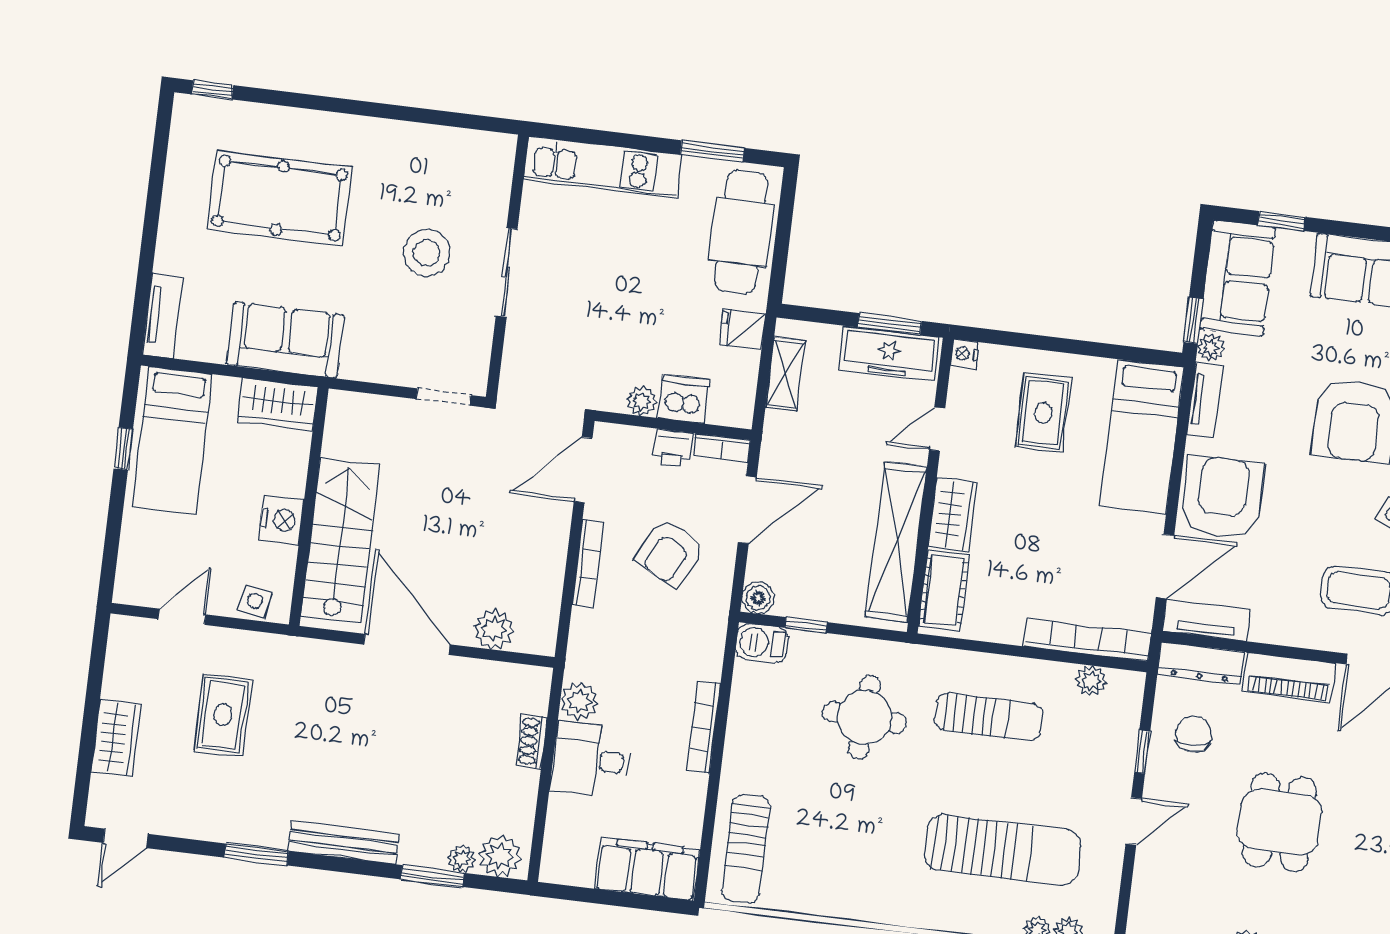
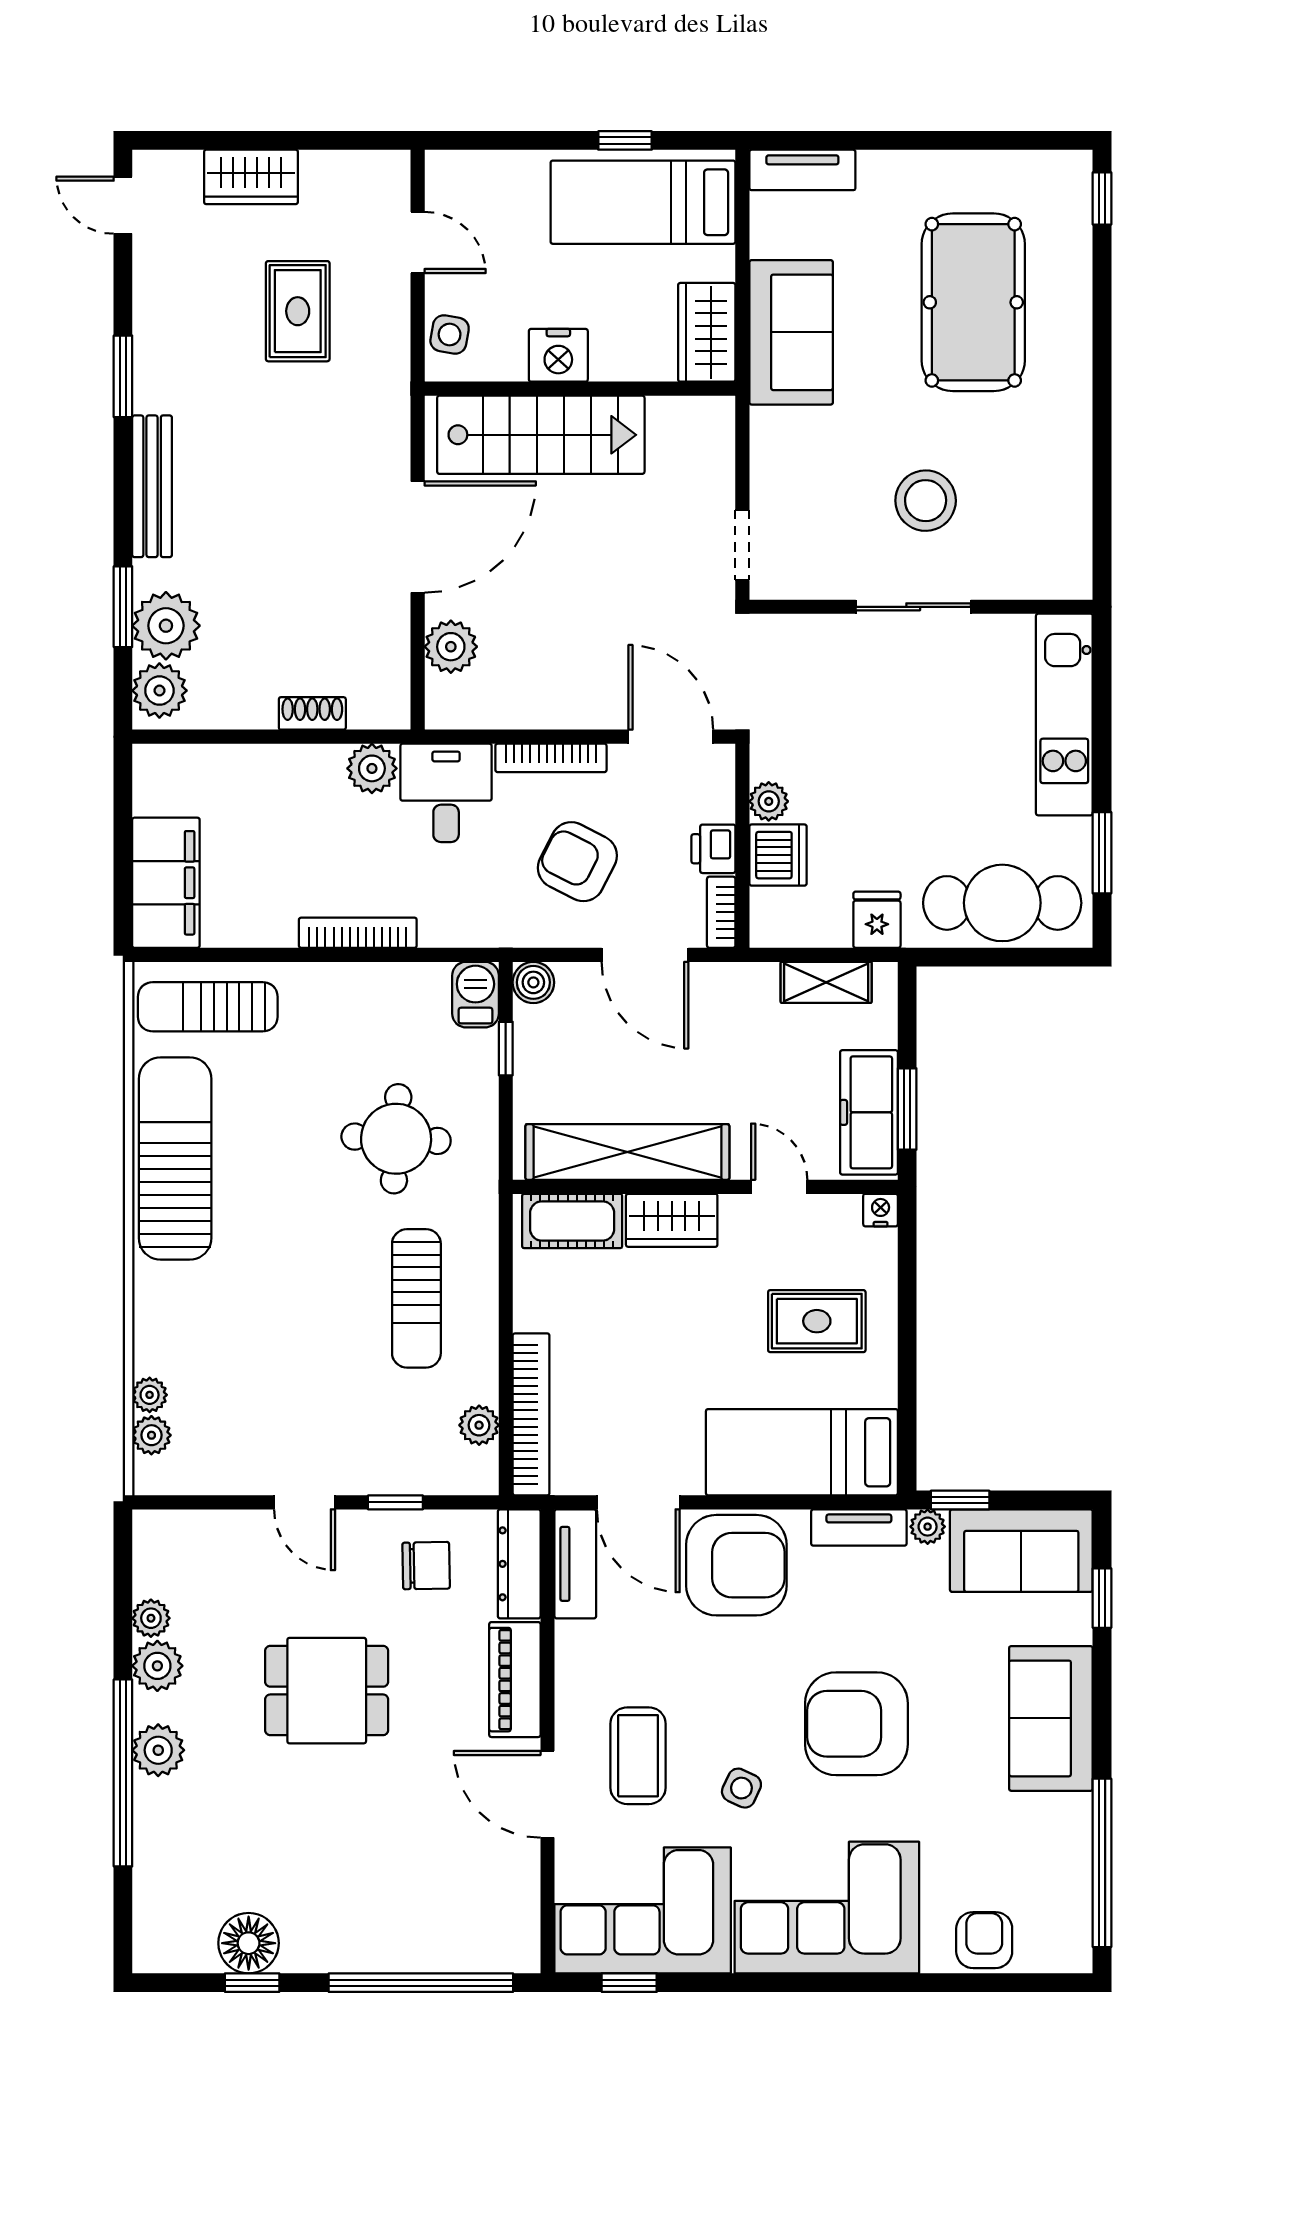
rug: (223, 715) -> (298, 311), turned 90
desk: (591, 760) -> (446, 793), moved
sun lounger: (1003, 850) -> (175, 1158), moved, turned 180
plant: (462, 858) -> (166, 626), width x1.88, depth x1.88

